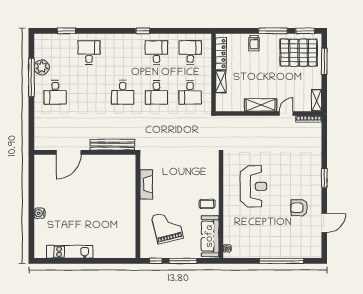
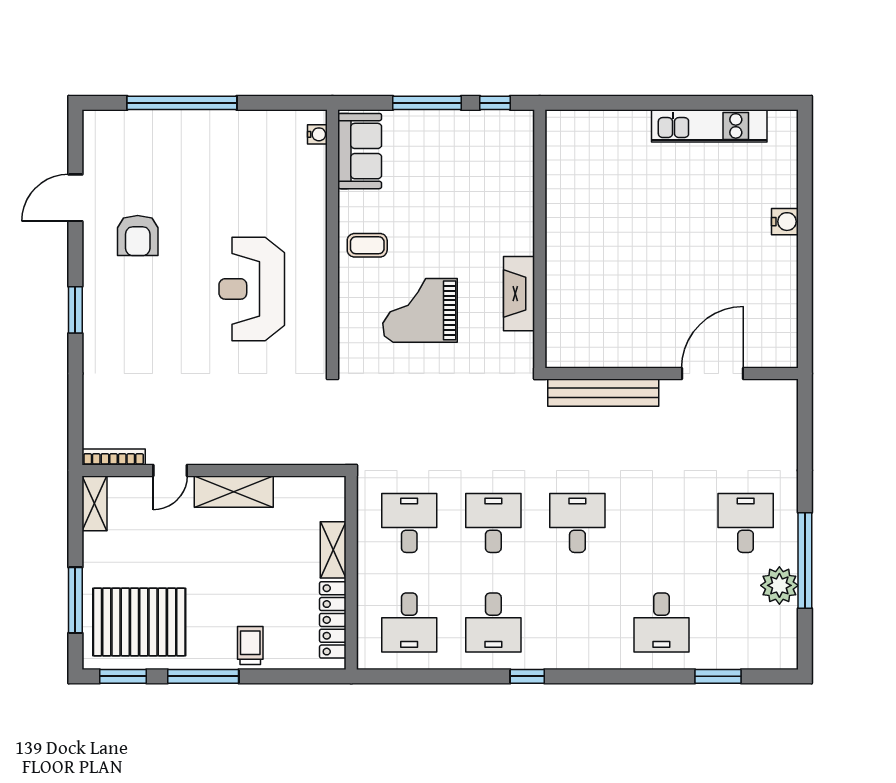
armchair: (299, 208) -> (138, 236), turned 90
grand piano: (167, 227) -> (420, 310), moved, turned 104
sofa: (210, 236) -> (360, 151), width x0.73

